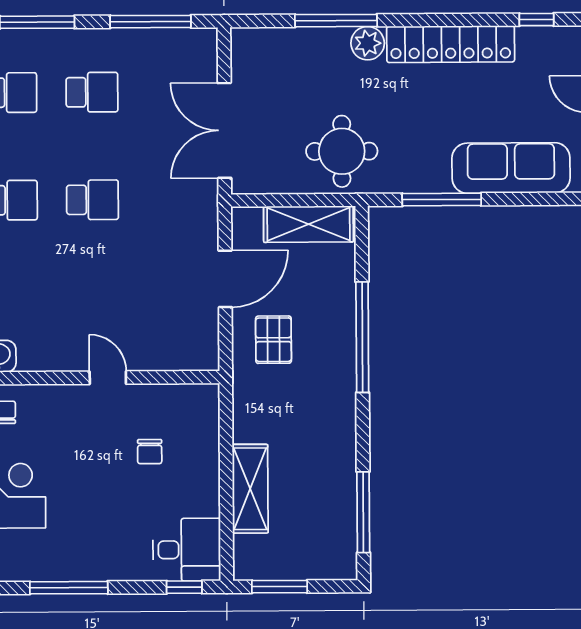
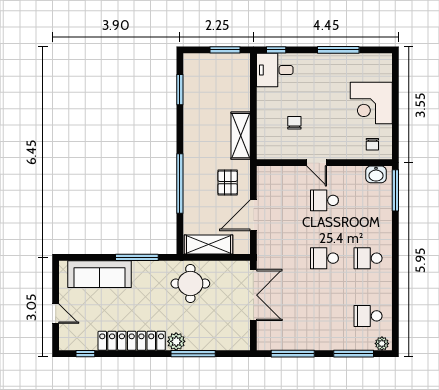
school desk: (92, 92) -> (324, 200), moved
shelving: (250, 489) -> (241, 136), moved
window: (363, 512) -> (180, 90), width x0.69

